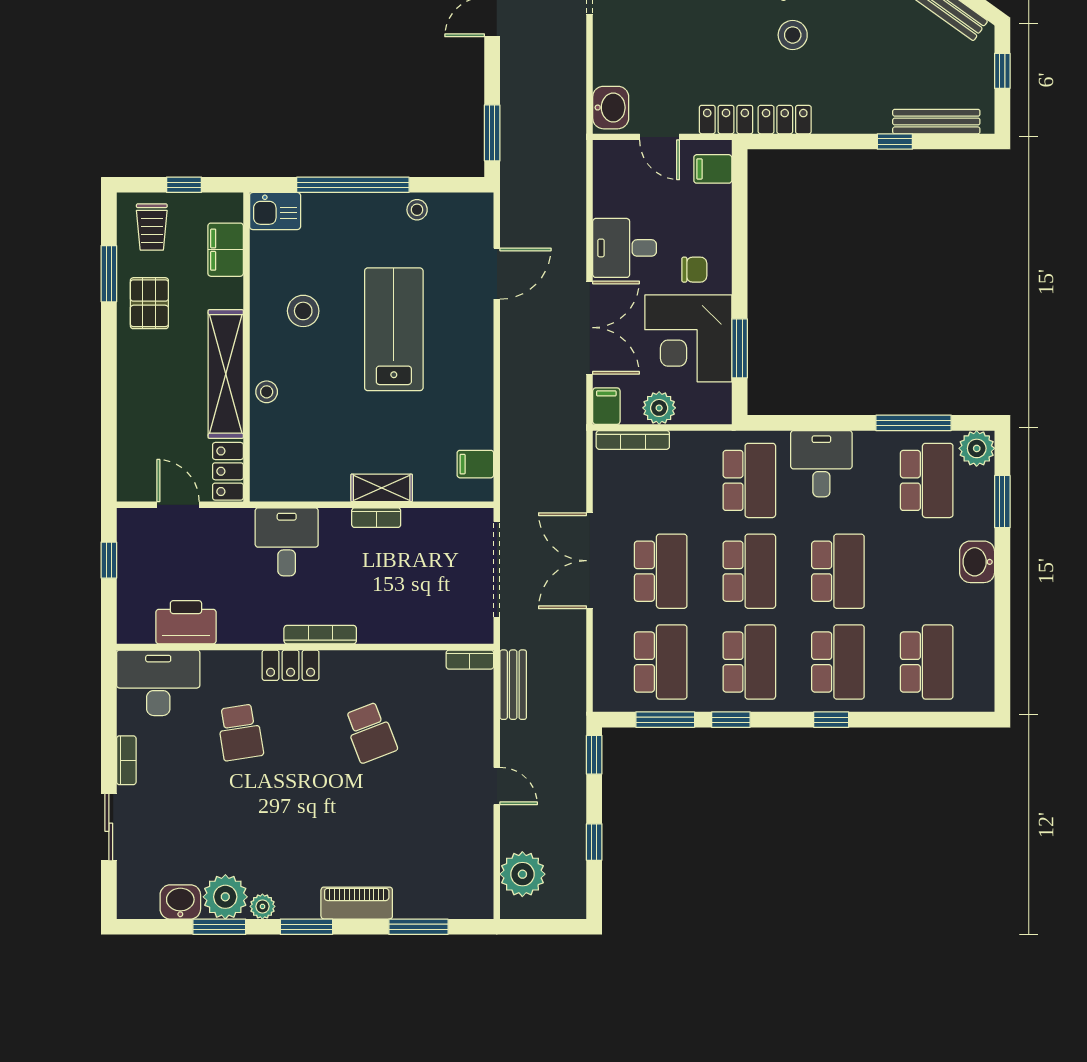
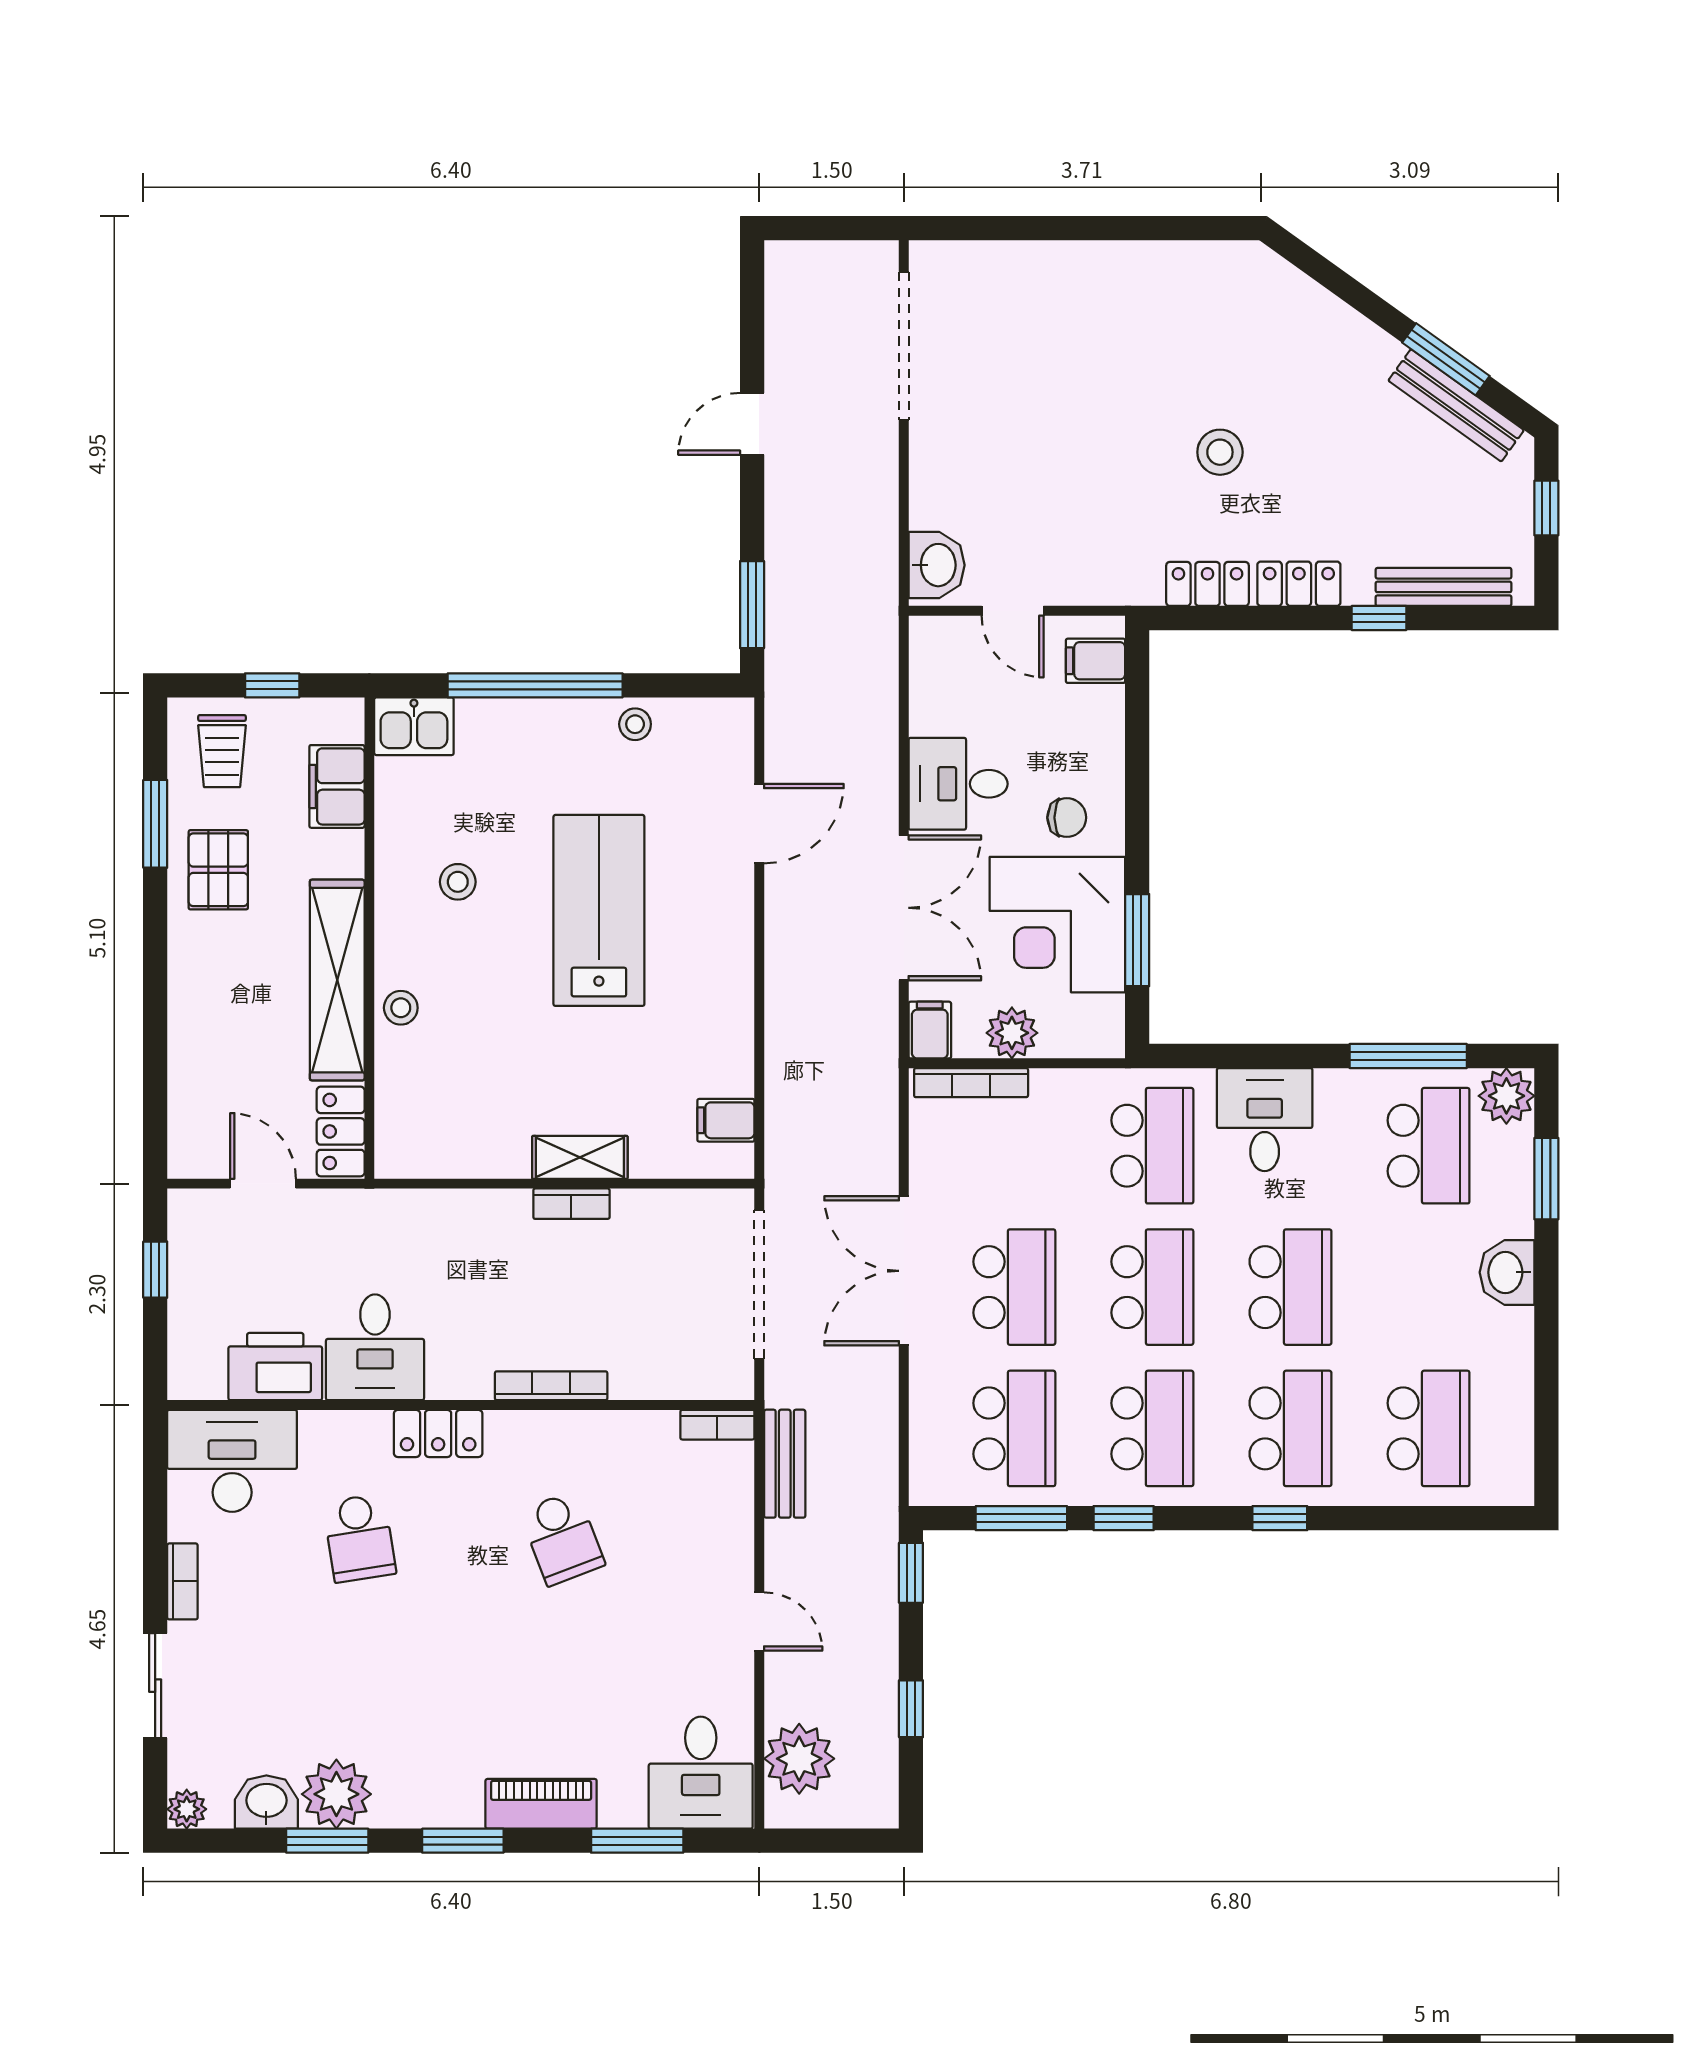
locker: (726, 120) -> (1299, 584), moved
stool: (303, 311) -> (458, 882), width x0.73, depth x0.73
desk: (287, 542) -> (375, 1347), moved, turned 180
bookcase: (320, 635) -> (551, 1386), moved
desk: (459, 883) -> (701, 1773), added
plant: (262, 906) -> (187, 1809), moved

